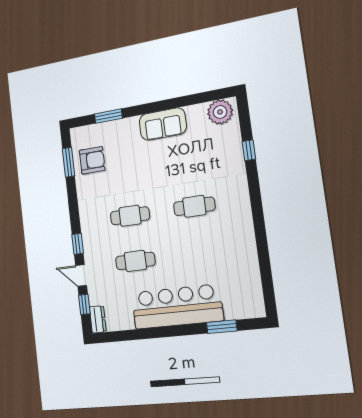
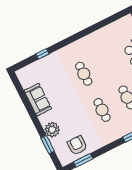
plant: (220, 112) -> (52, 130), moved
sofa: (163, 124) -> (38, 100), moved

